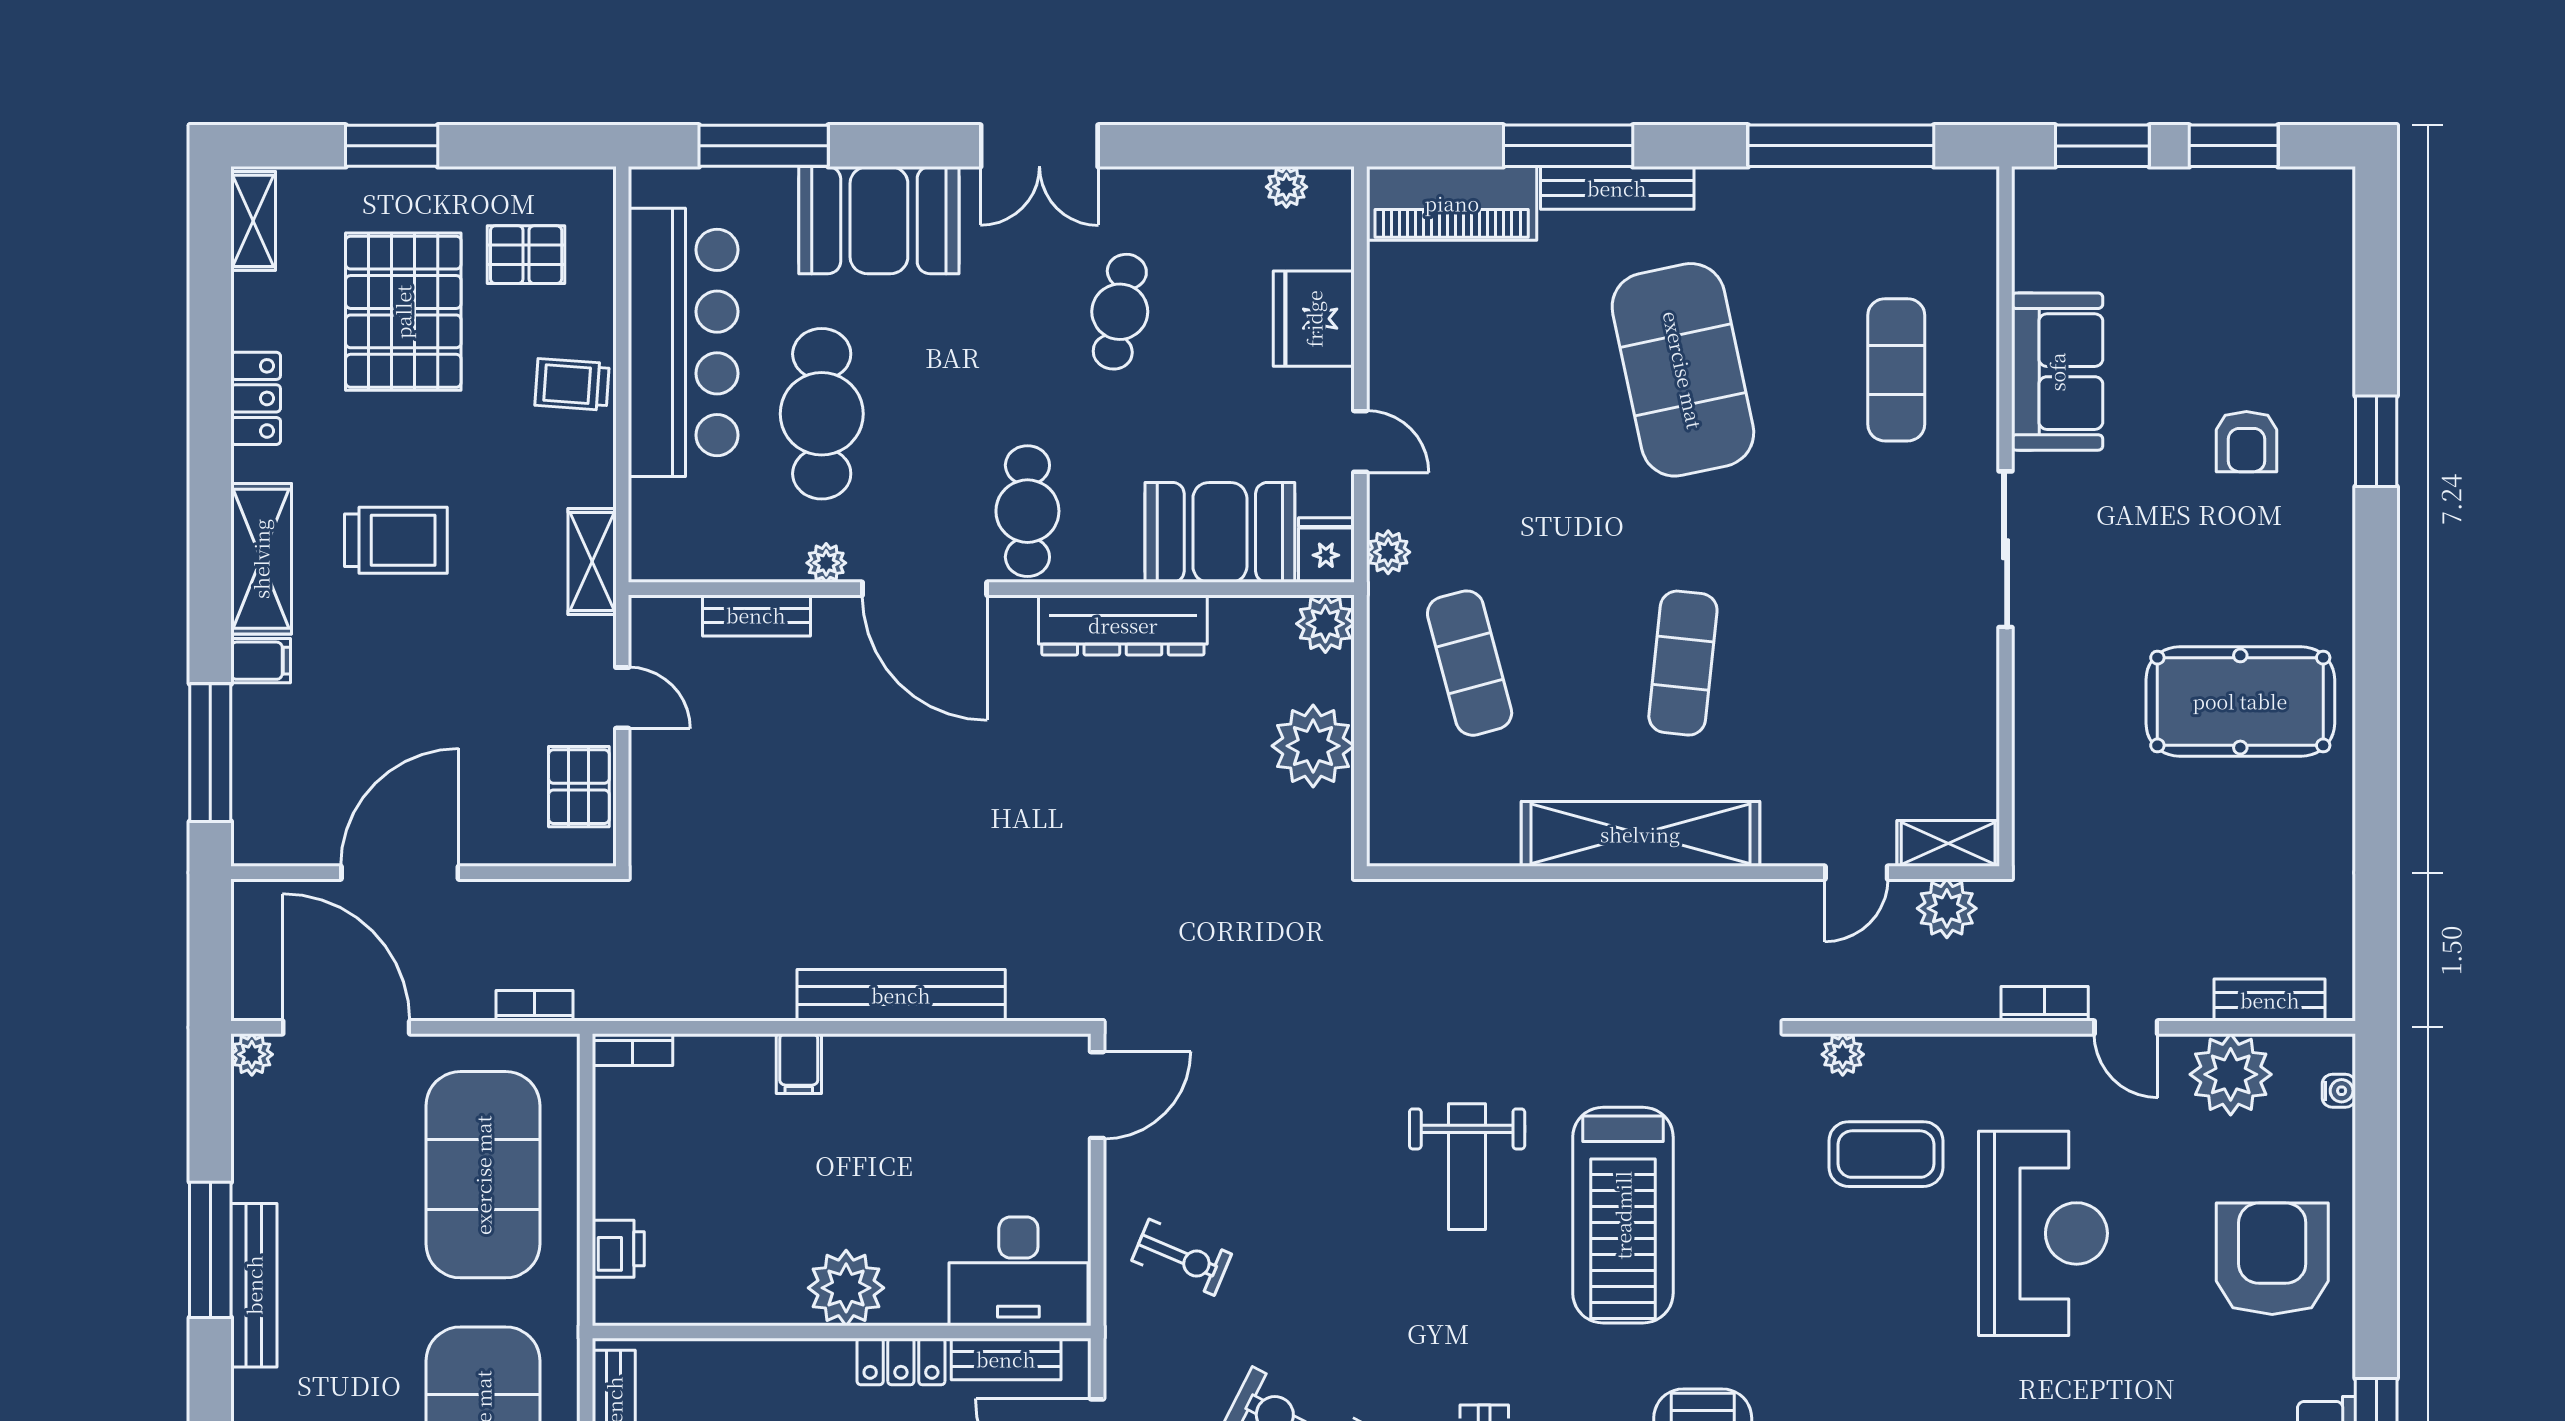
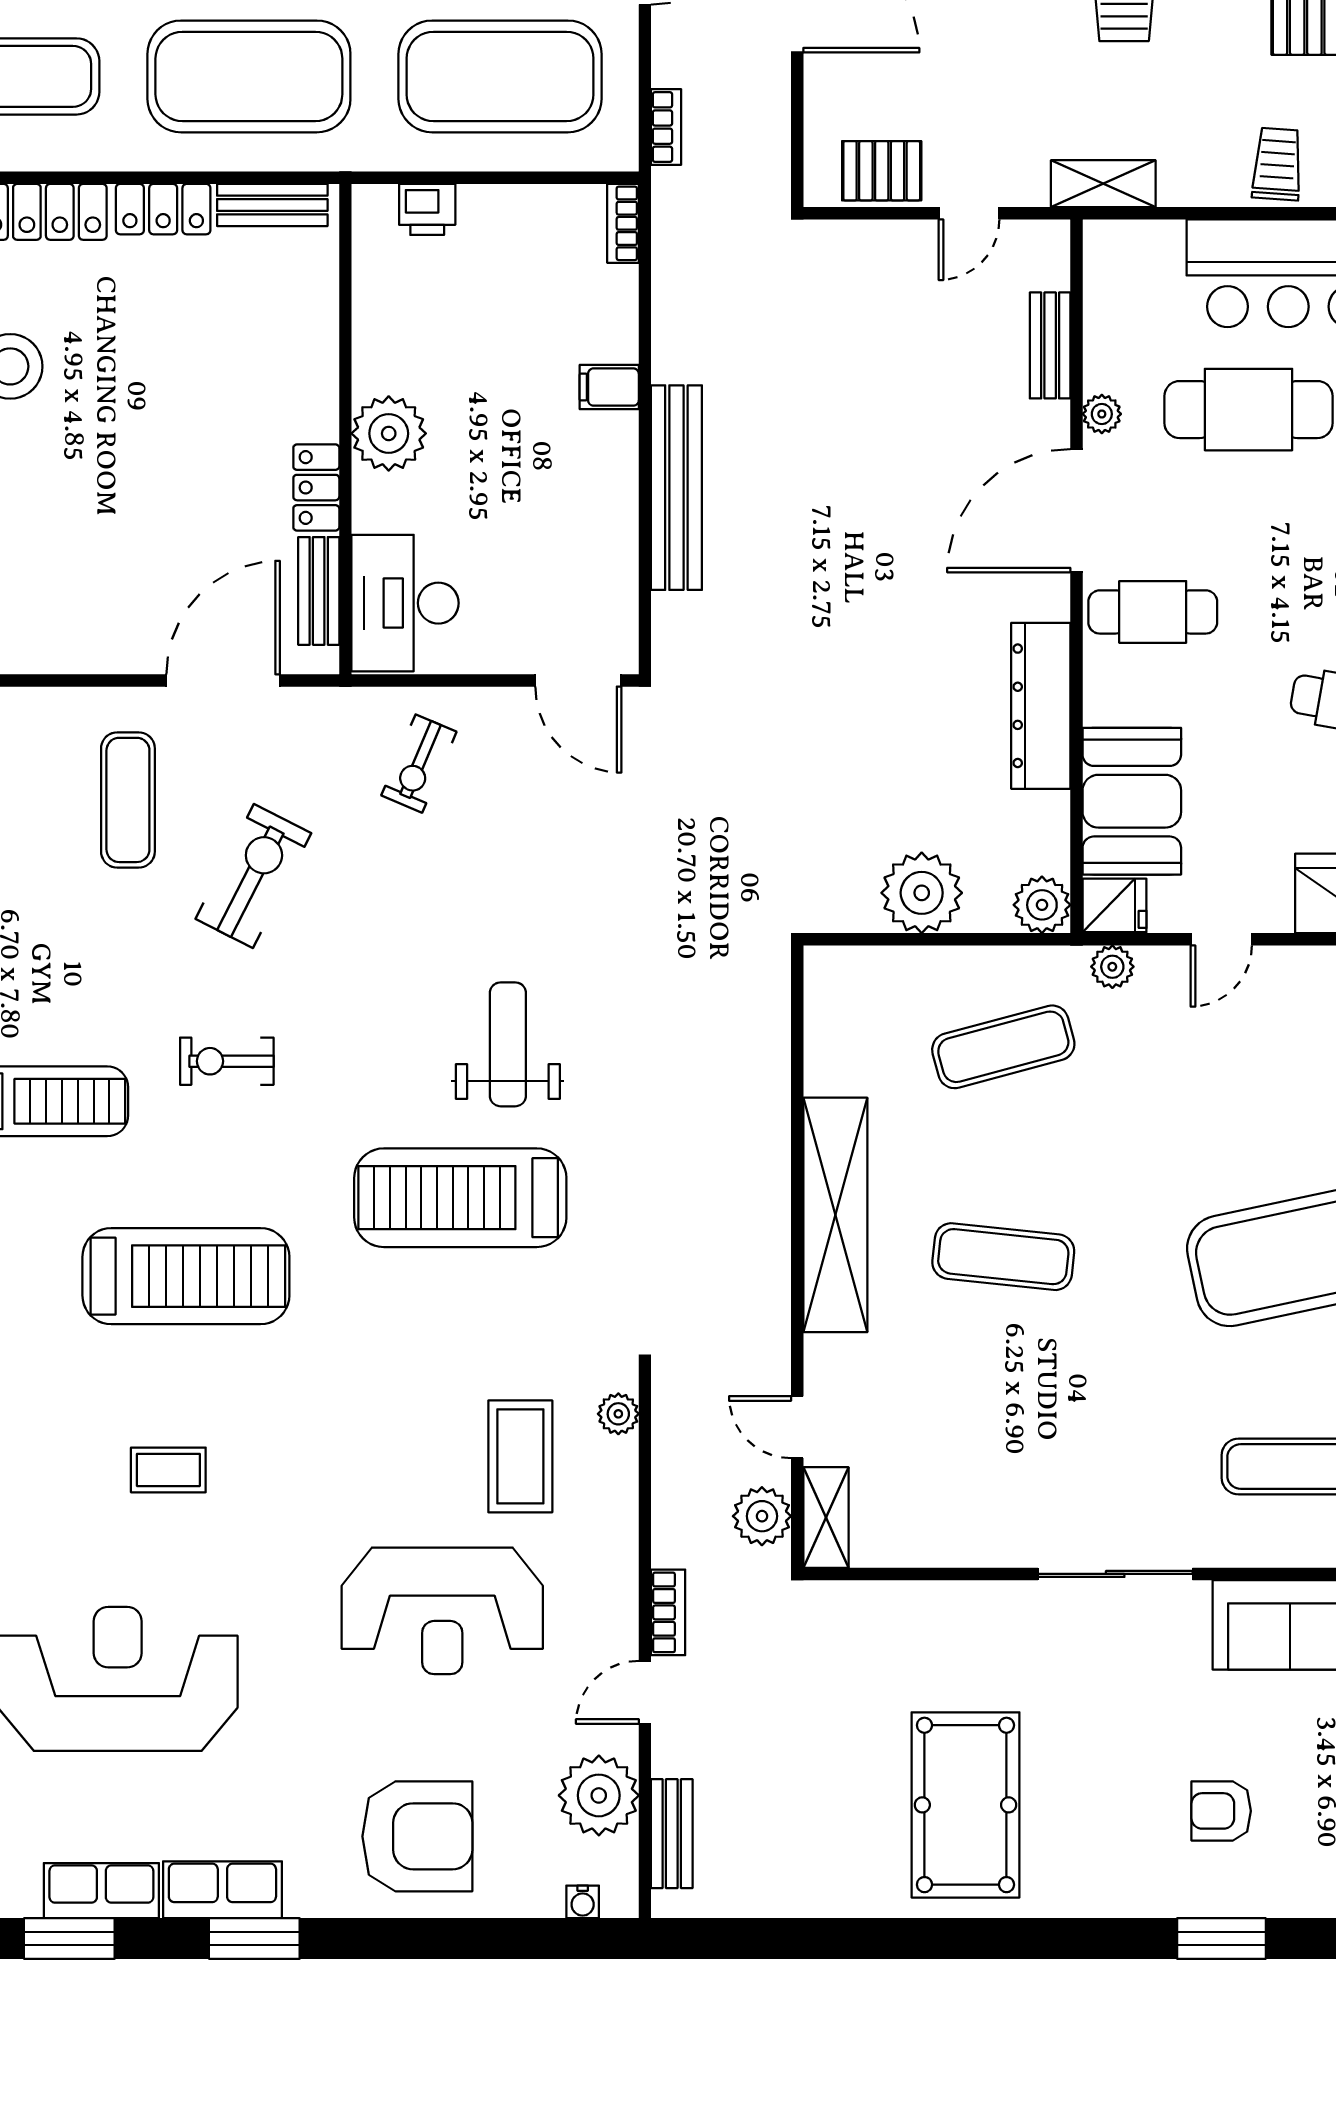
weight bench: (1467, 1167) -> (508, 1044), turned 90

